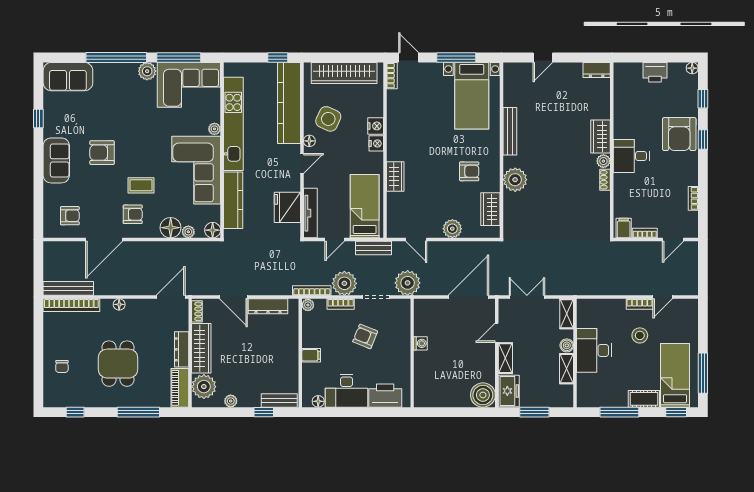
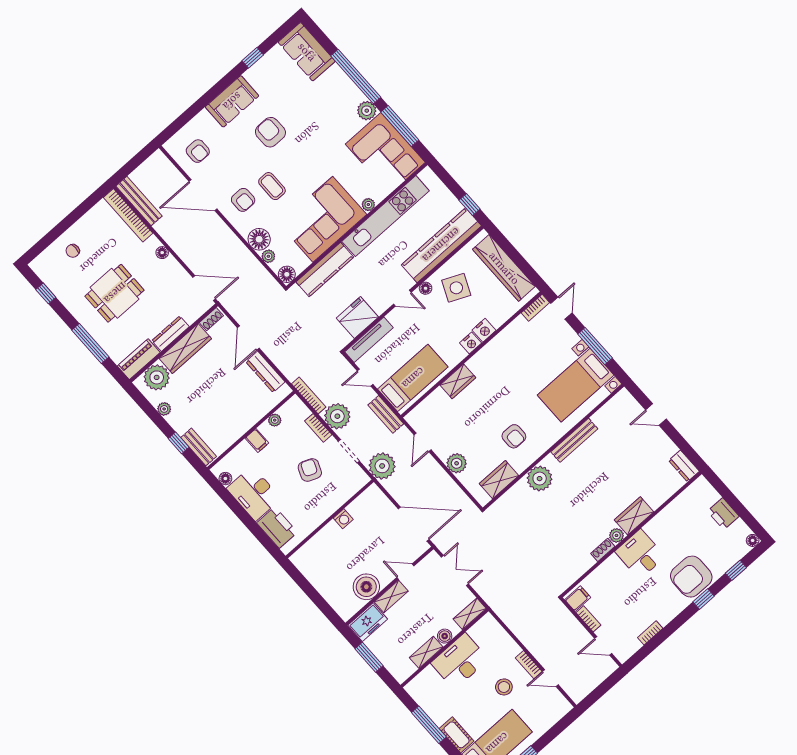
plant: (308, 305) -> (275, 420), moved
boiler: (483, 395) -> (366, 587), moved

